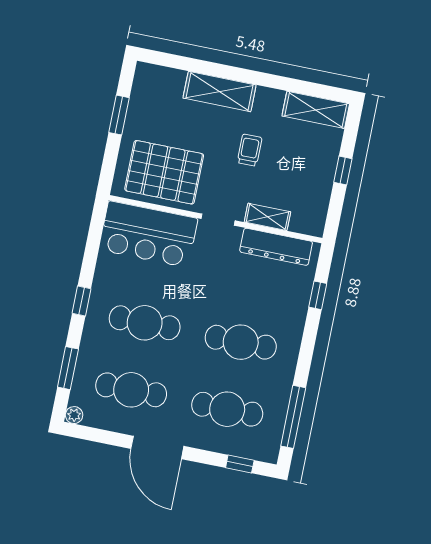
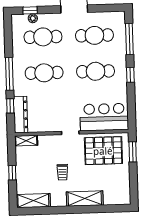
window: (119, 115) -> (133, 152), moved
shelving: (267, 217) -> (26, 141), moved
dresser: (276, 247) -> (21, 115), moved, turned 90
window: (68, 368) -> (129, 39), width x1.44
plant: (74, 415) -> (33, 18), moved
window: (293, 417) -> (9, 74), moved

